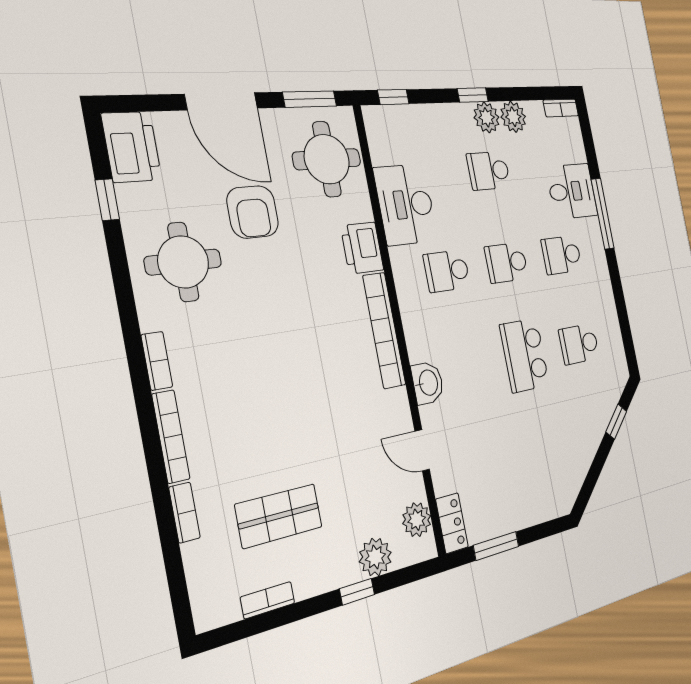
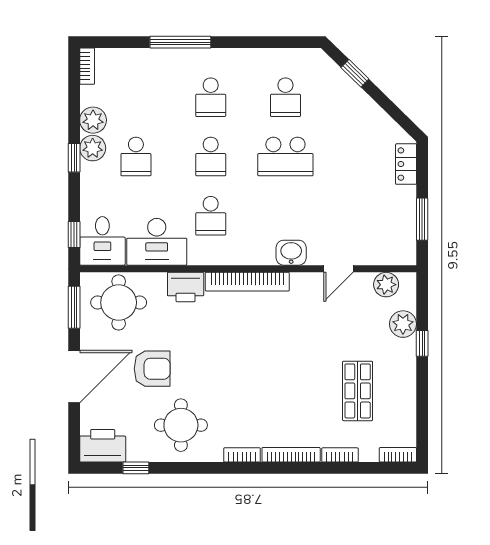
desk: (572, 191) -> (102, 241), moved, turned 180
locker: (452, 523) -> (406, 164), moved, turned -90
bookcase: (268, 600) -> (398, 455), moved, turned 90

